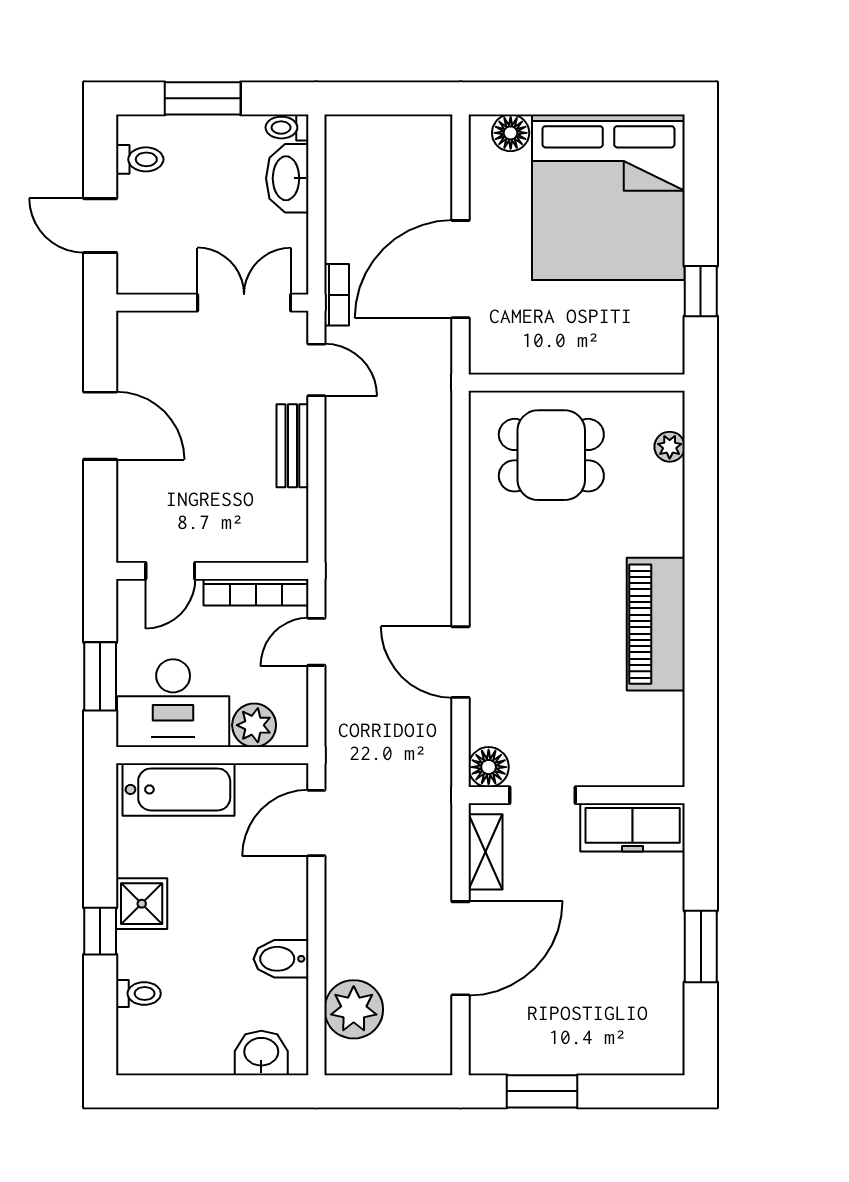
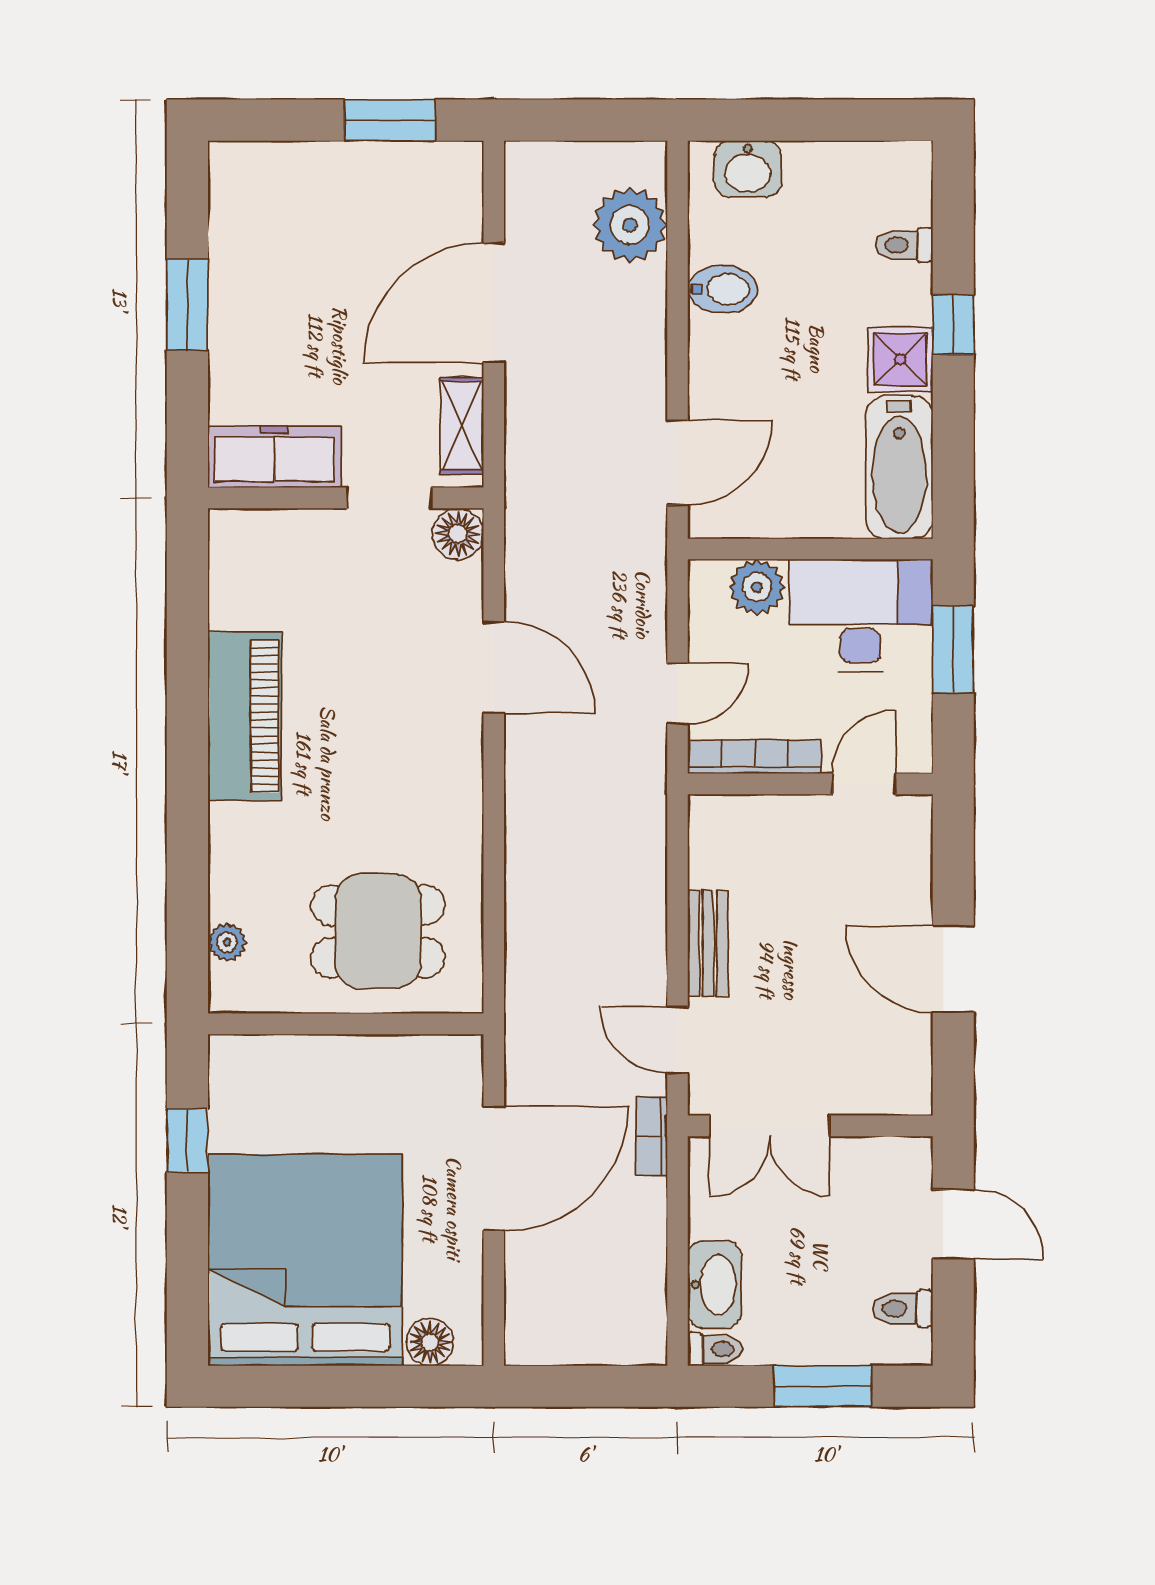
bathtub: (179, 789) -> (899, 467), moved, turned -90

